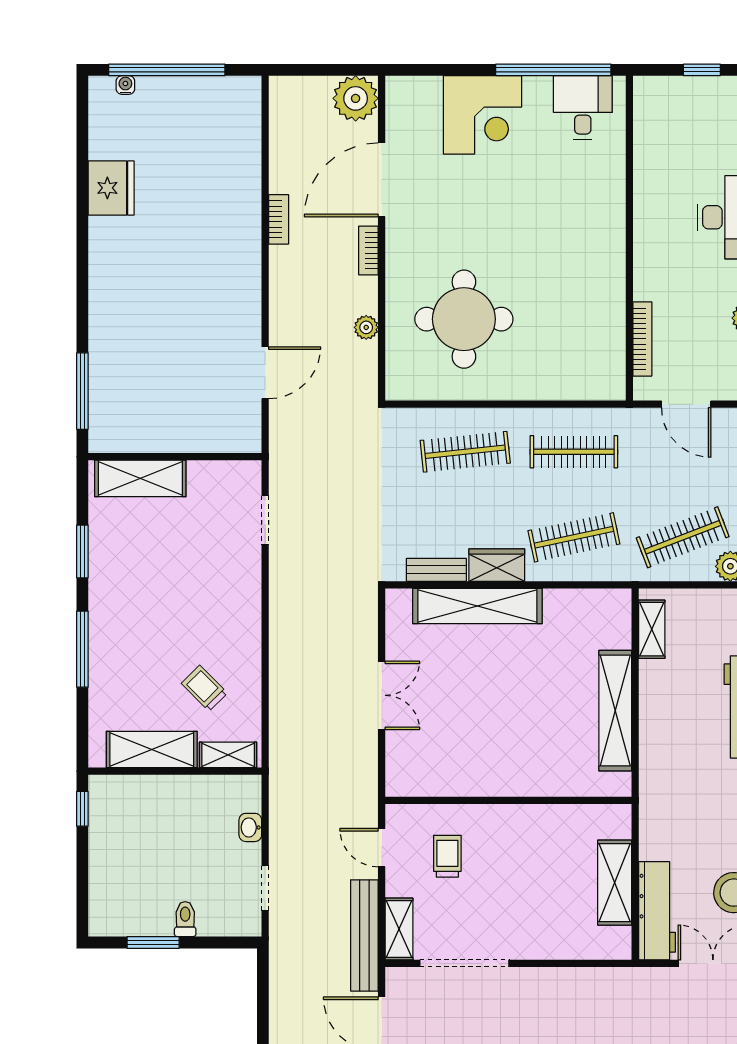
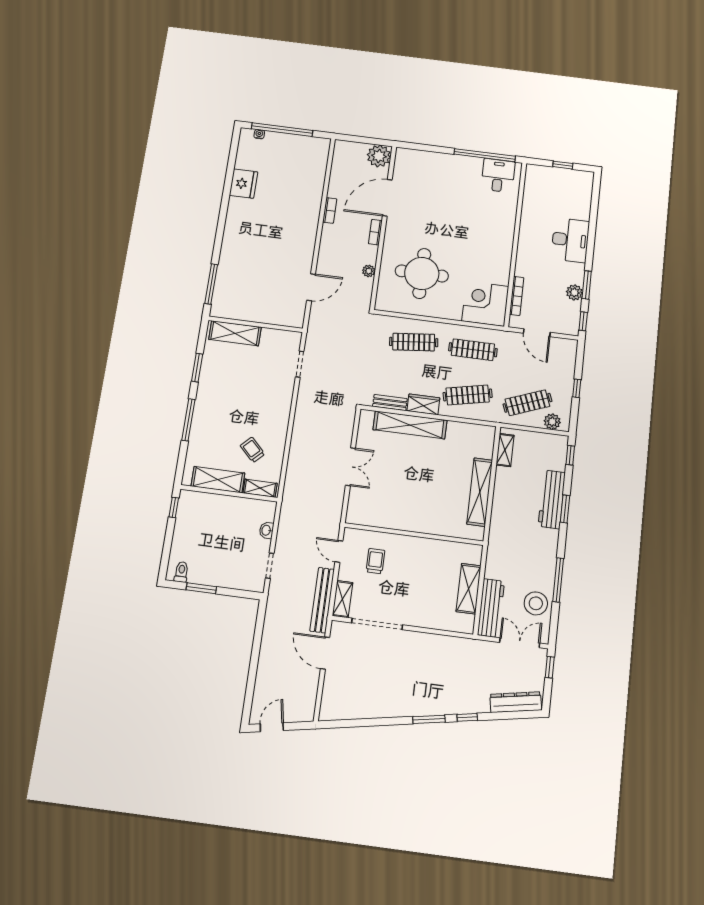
corner desk: (482, 115) -> (485, 304), moved, turned 180
toilet: (185, 919) -> (181, 572), moved

